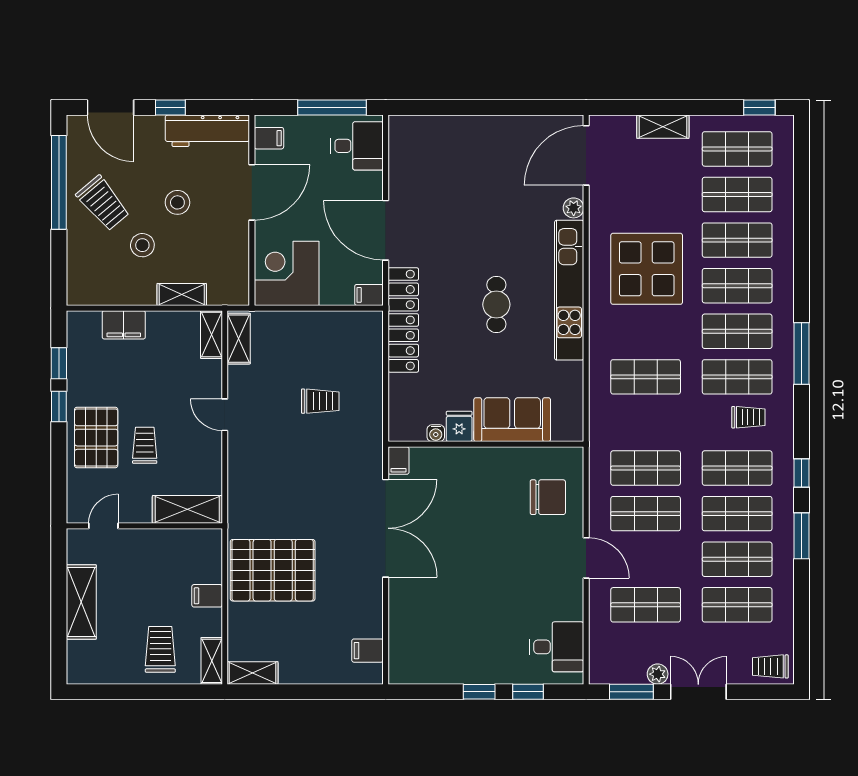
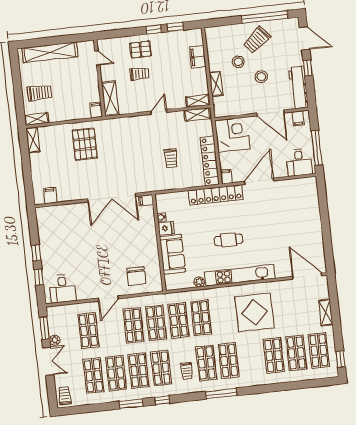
door: (111, 108) -> (304, 38), swing flipped
plant: (574, 208) -> (199, 282), moved
shop shelf: (737, 286) -> (178, 320), moved
locker: (334, 324) -> (210, 161), added
pallet: (96, 438) -> (141, 50), width x0.67, depth x0.71
pallet: (273, 570) -> (85, 144), width x0.73, depth x0.71
filing cabinet: (207, 596) -> (96, 110), moved
shelving: (81, 602) -> (50, 52), width x1.47

